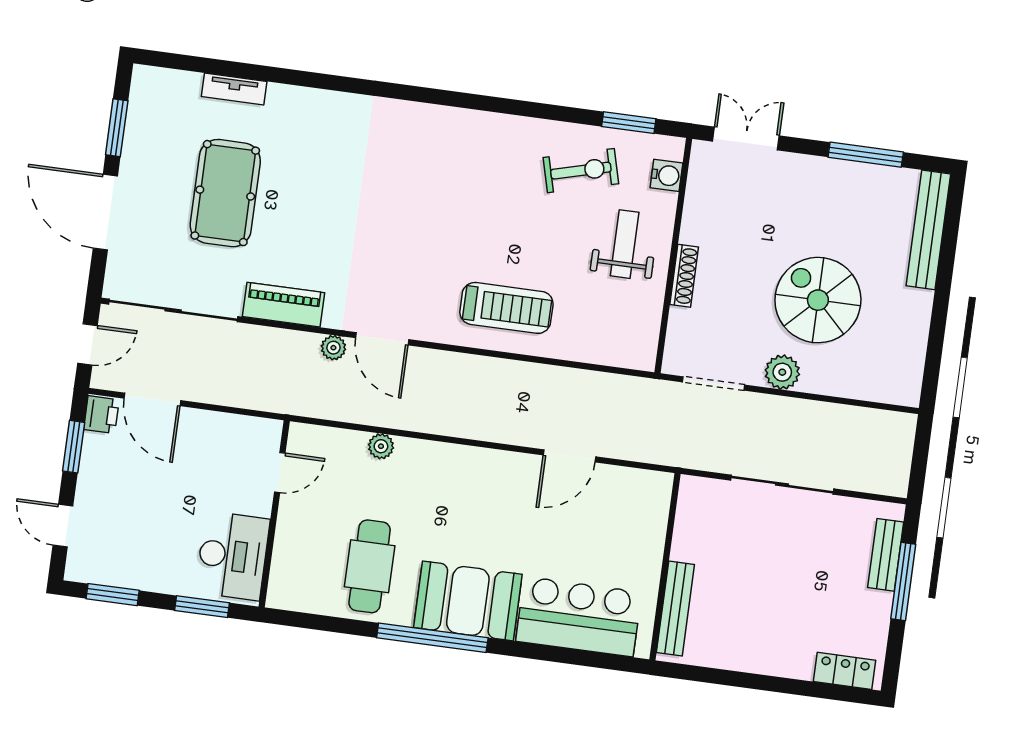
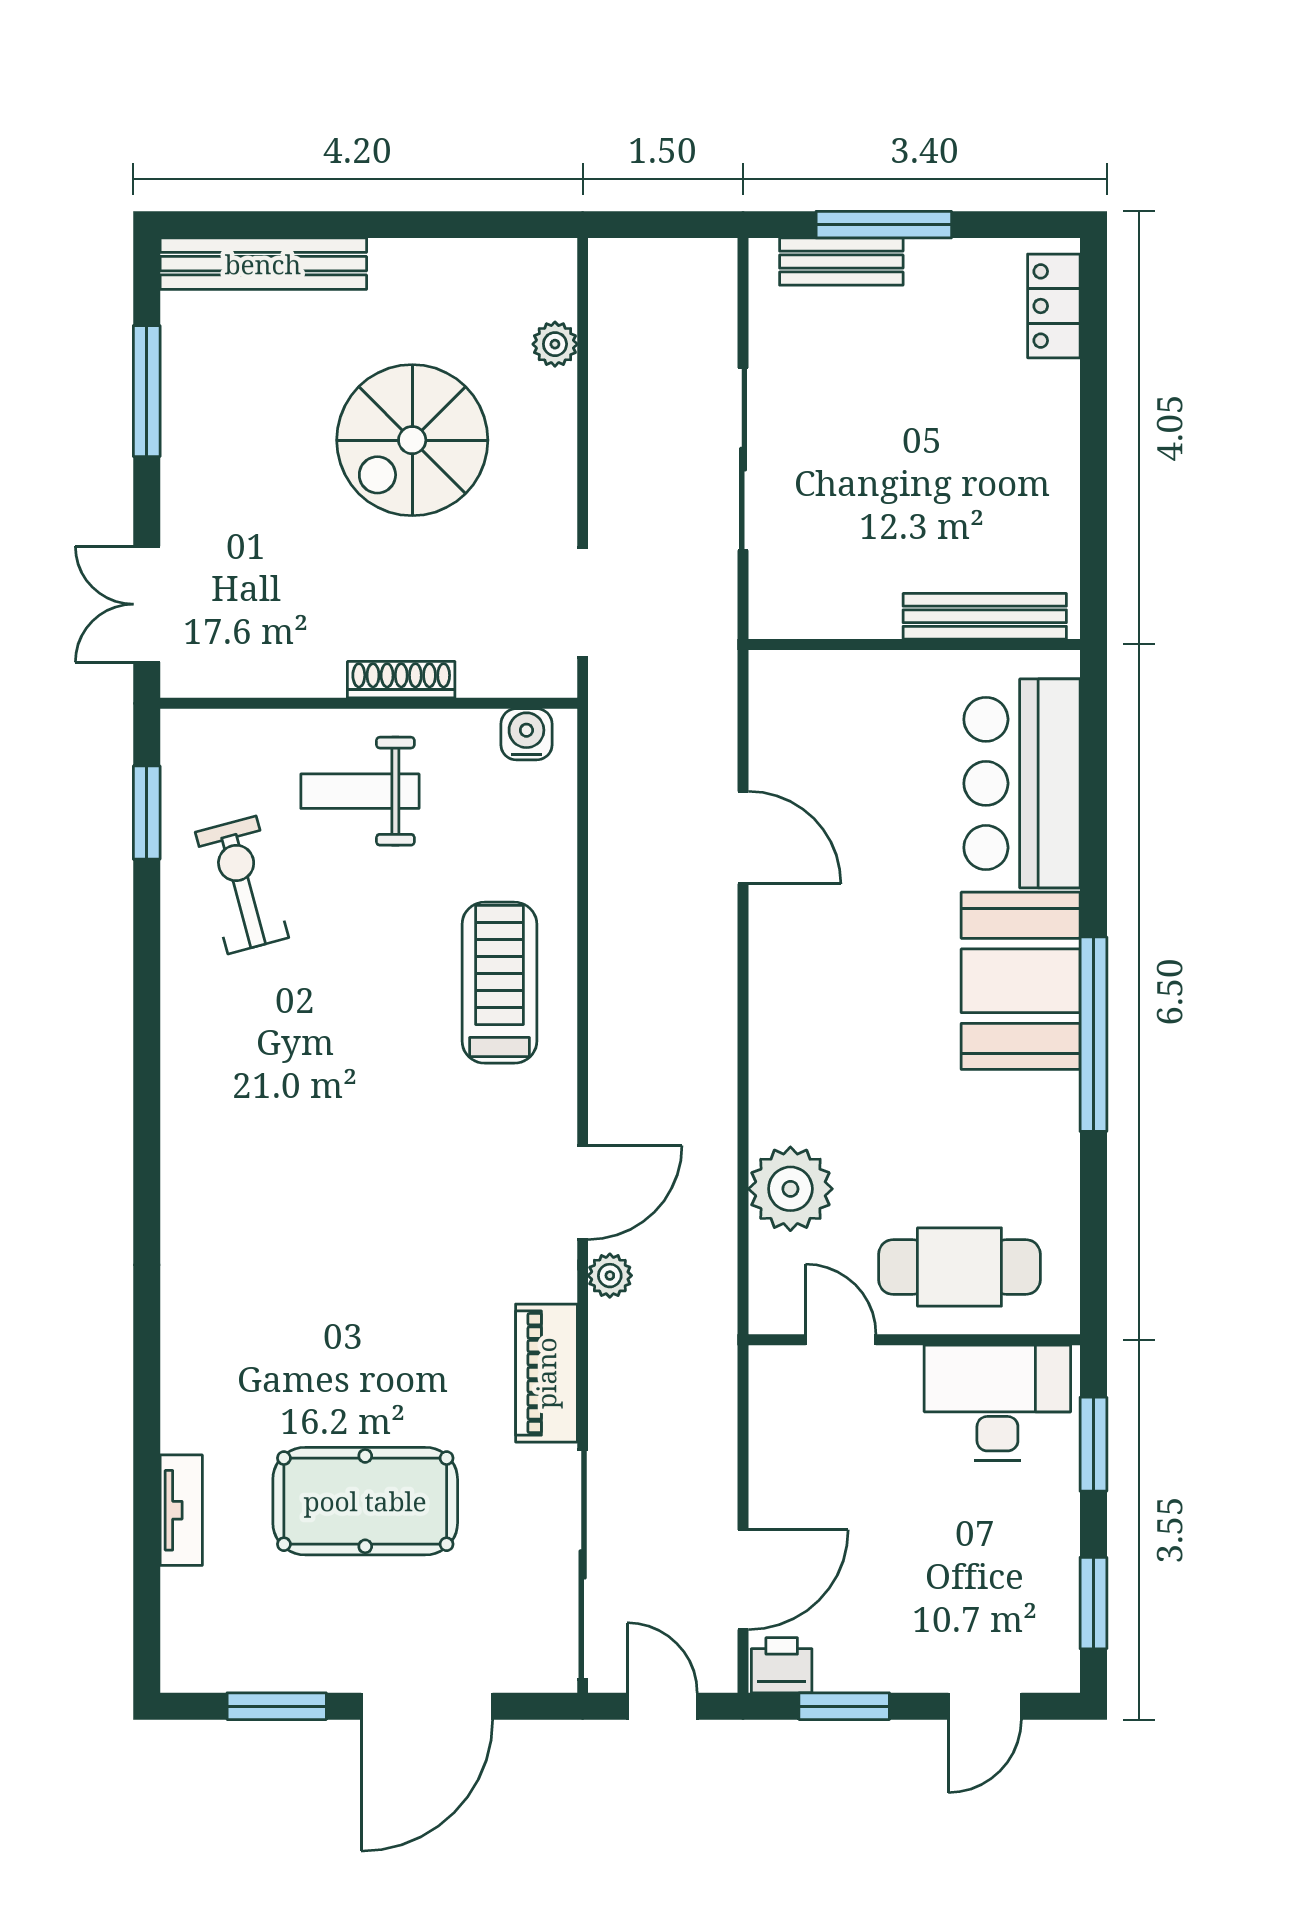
water cooler: (666, 175) -> (526, 734), moved
plant: (782, 372) -> (555, 344), moved, width x0.73, depth x0.73
plant: (381, 446) -> (790, 1189), width x1.87, depth x1.87
cafe table: (370, 566) -> (959, 1267), moved

